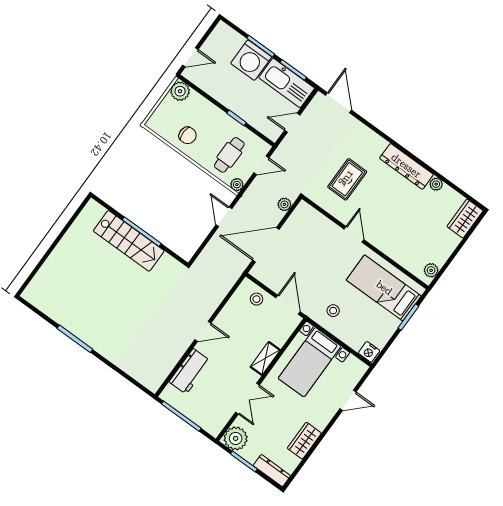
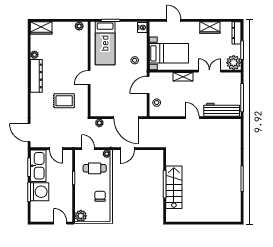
door: (339, 103) -> (29, 133), hinge flipped
workbench: (190, 371) -> (222, 110), width x1.37

